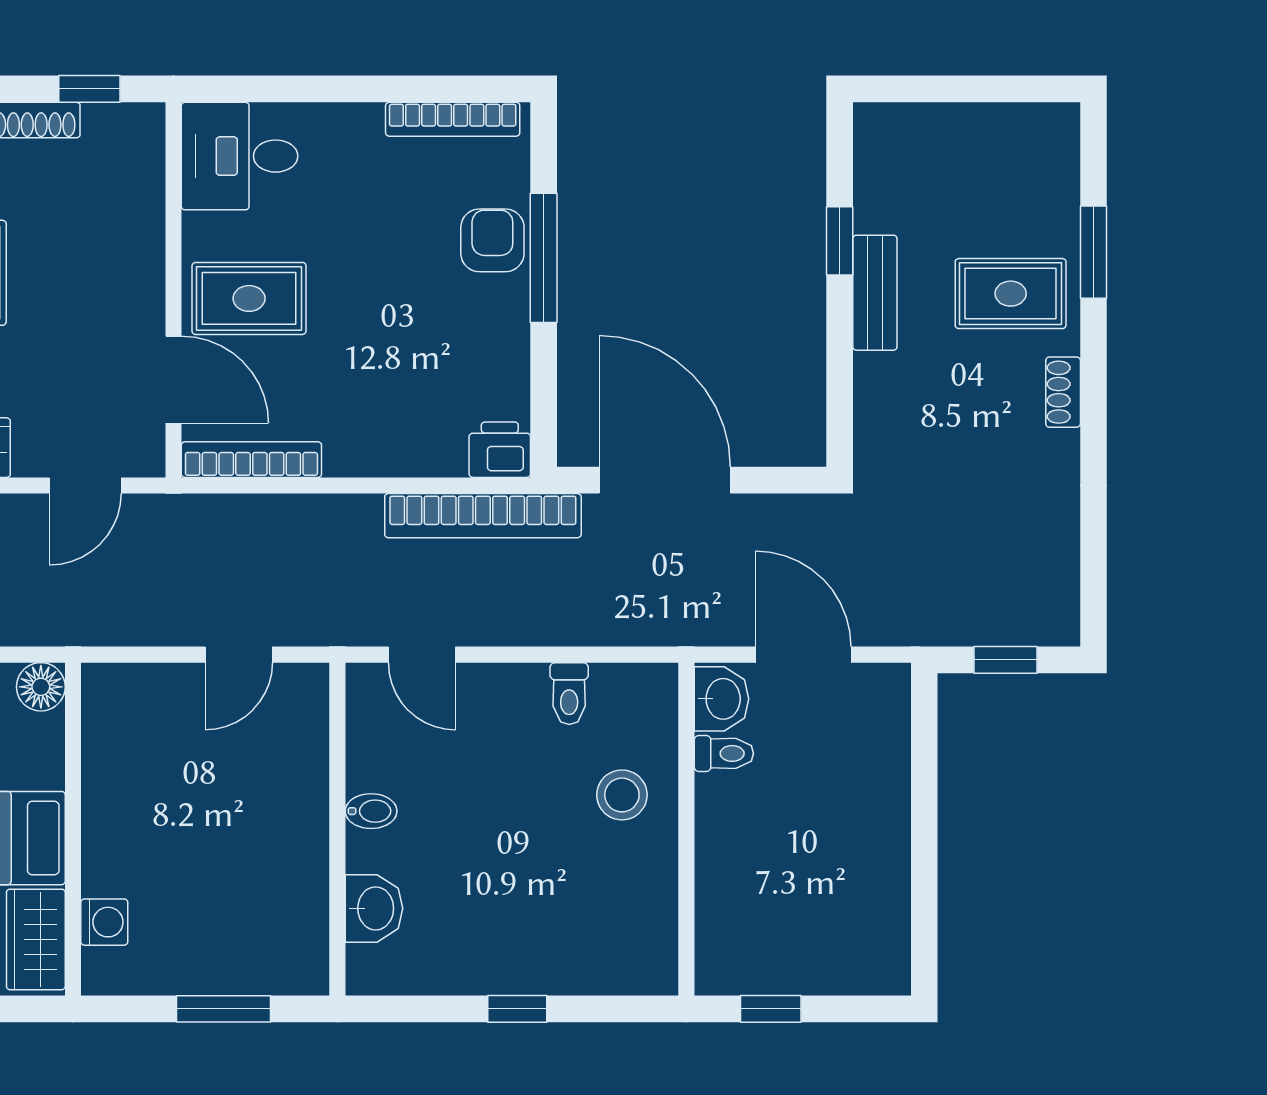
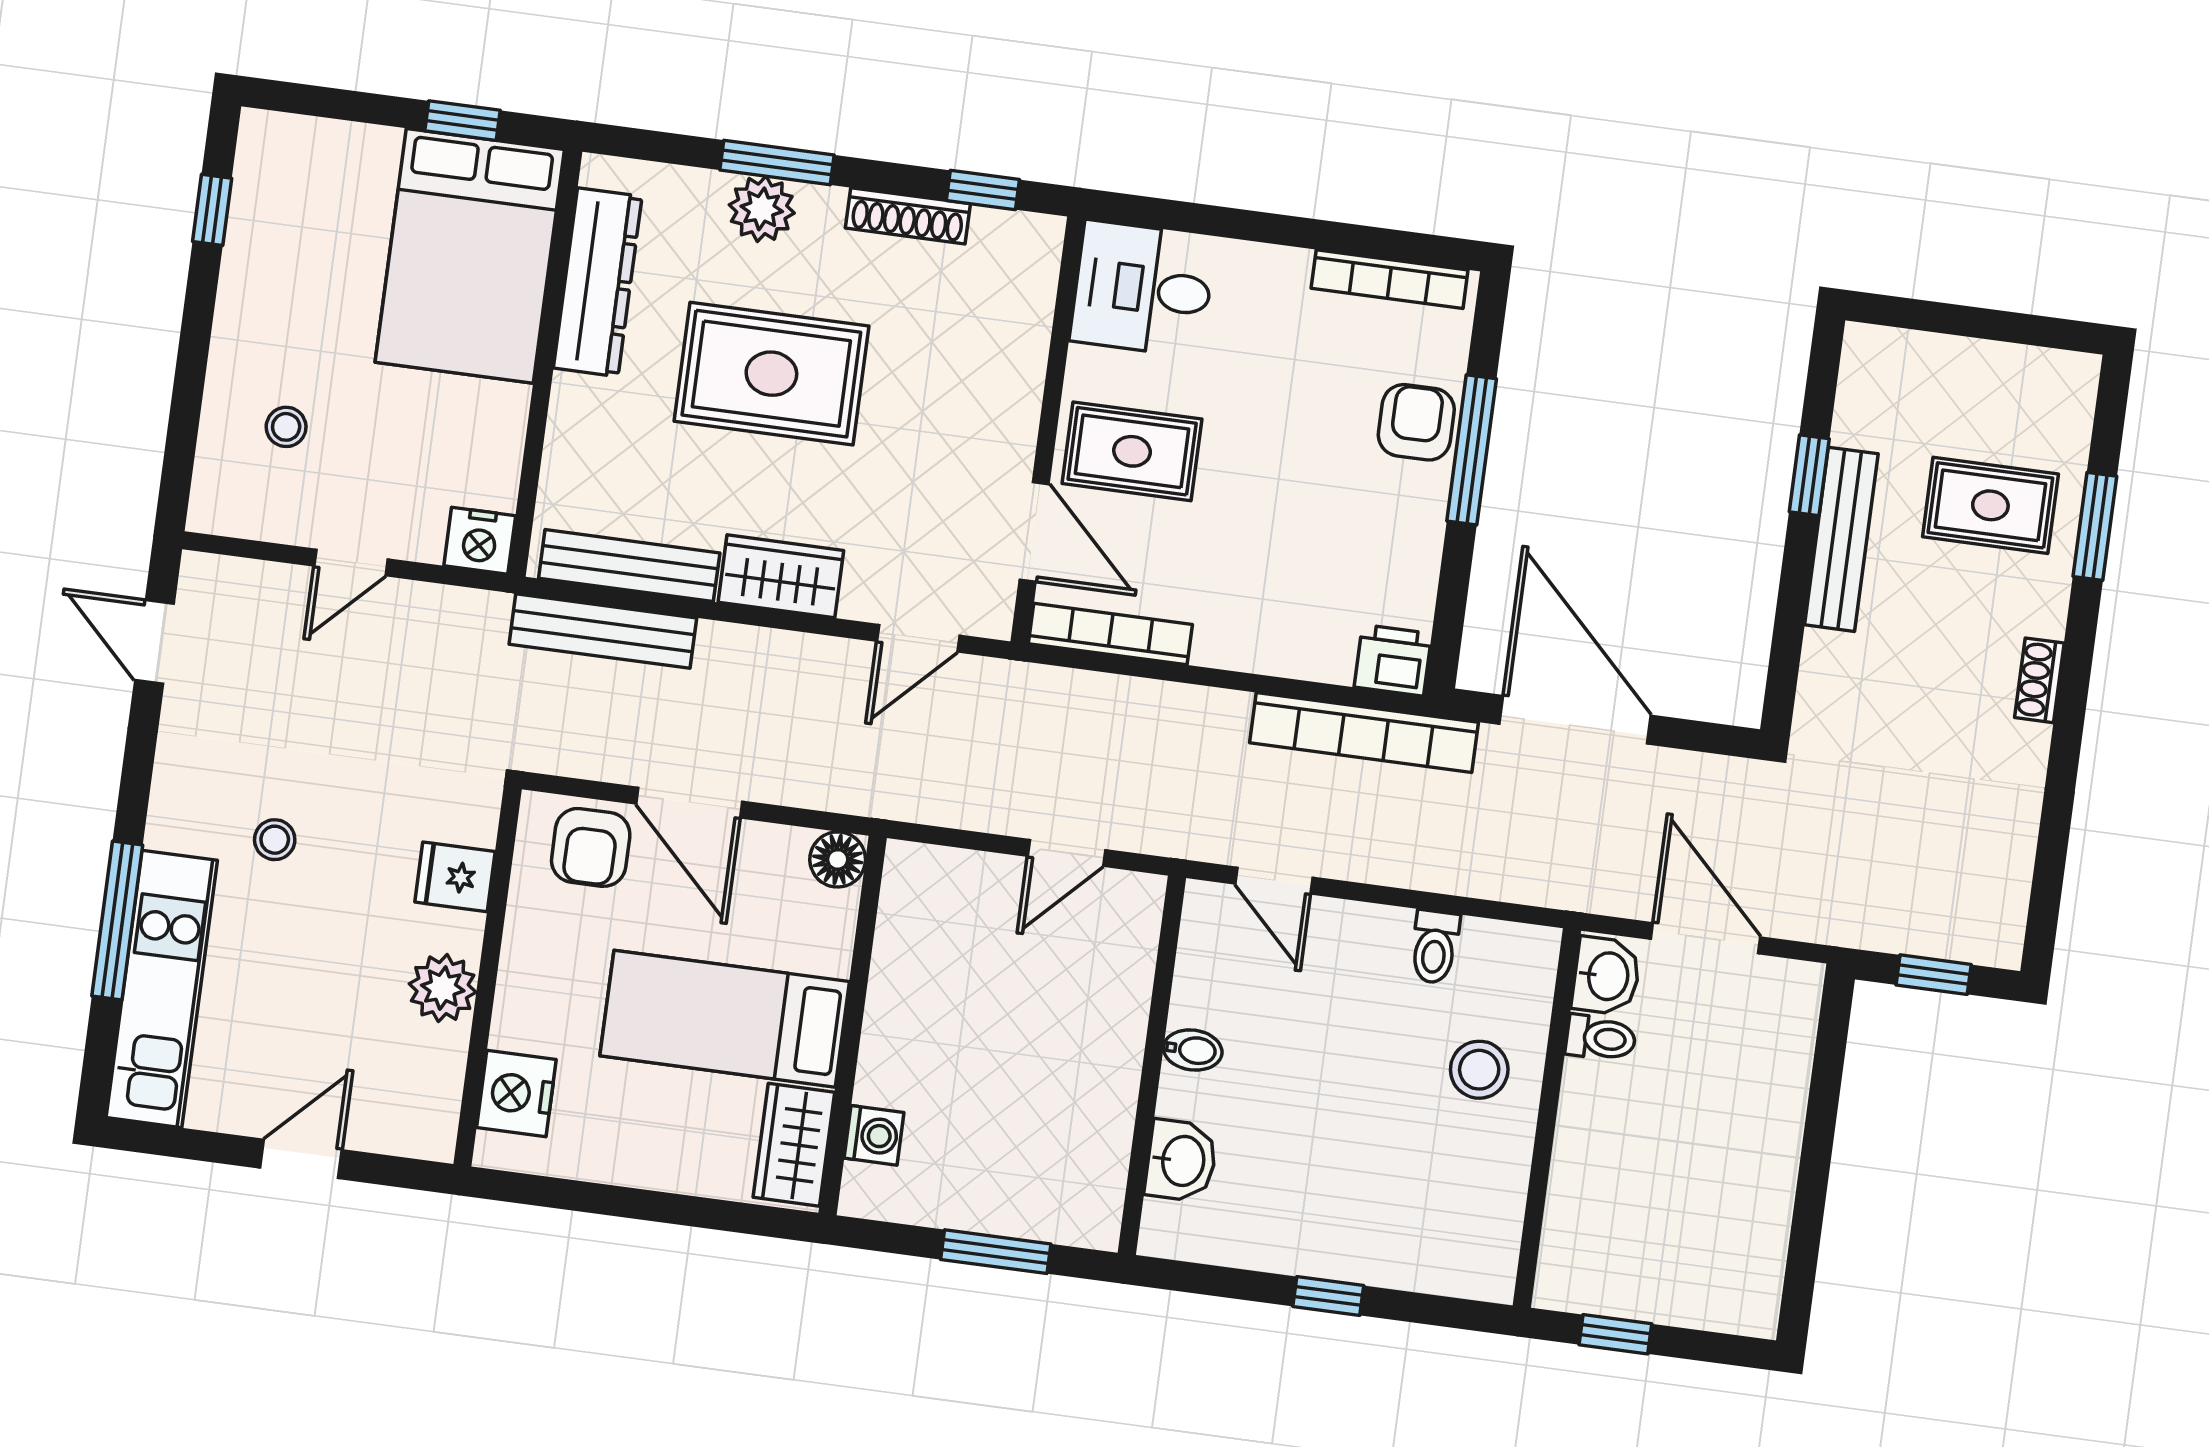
bench: (875, 293) -> (1841, 539), width x1.36
rug: (1011, 294) -> (1990, 505), moved

